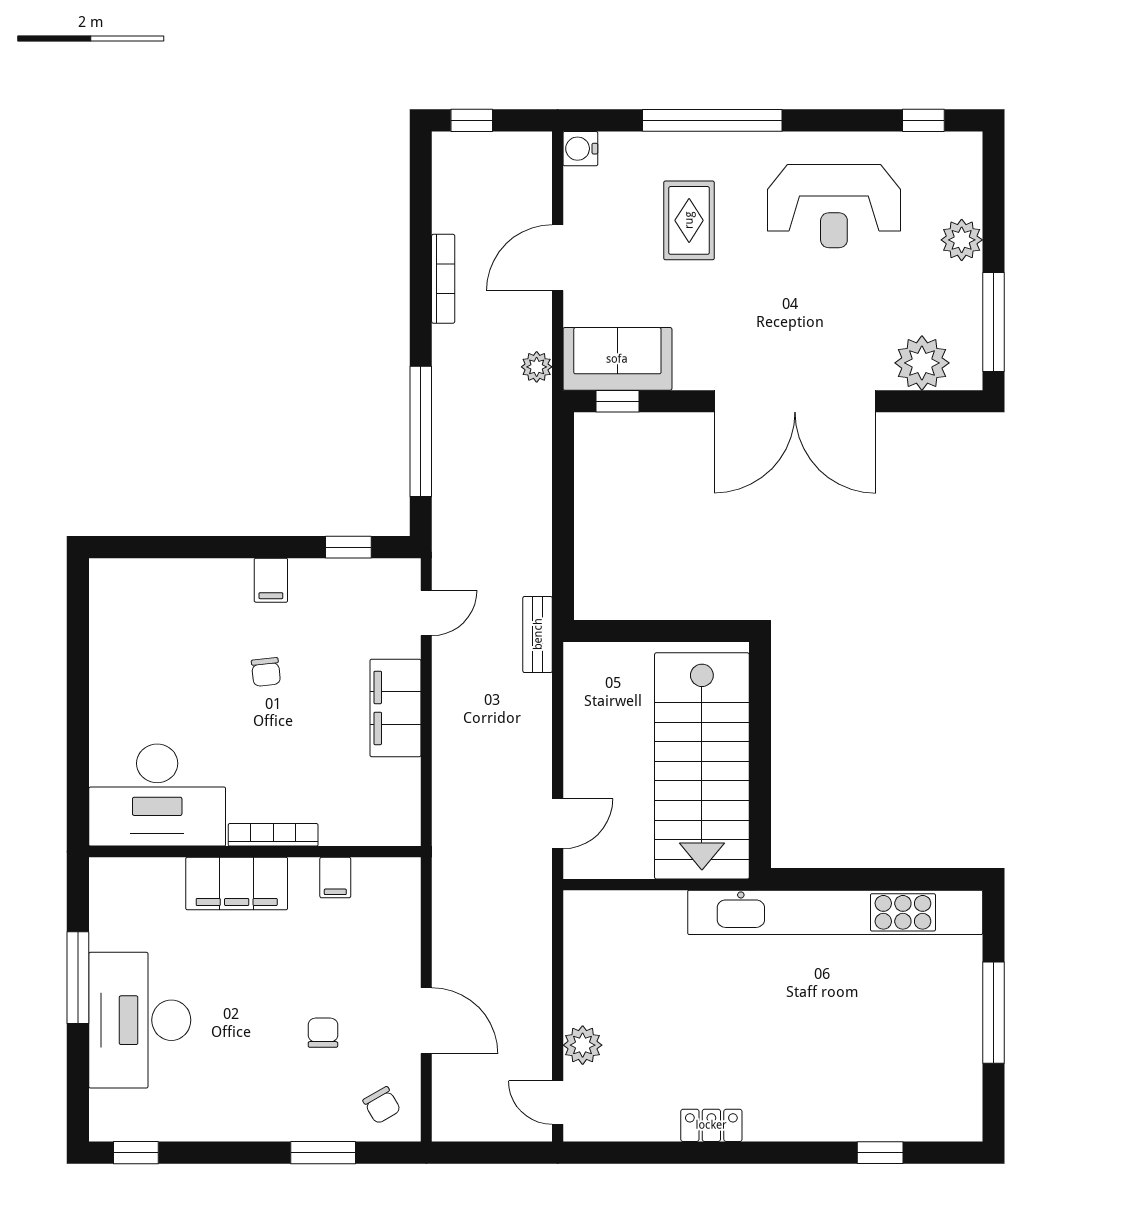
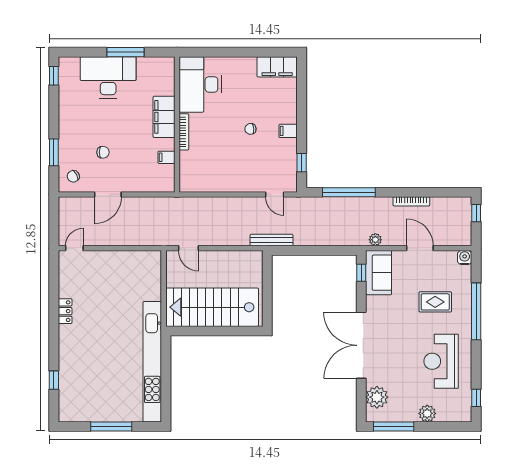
bench: (538, 634) -> (272, 240), width x1.36
filing cabinet: (395, 708) -> (277, 67), moved, turned 180
plant: (583, 1045) -> (98, 258), removed

